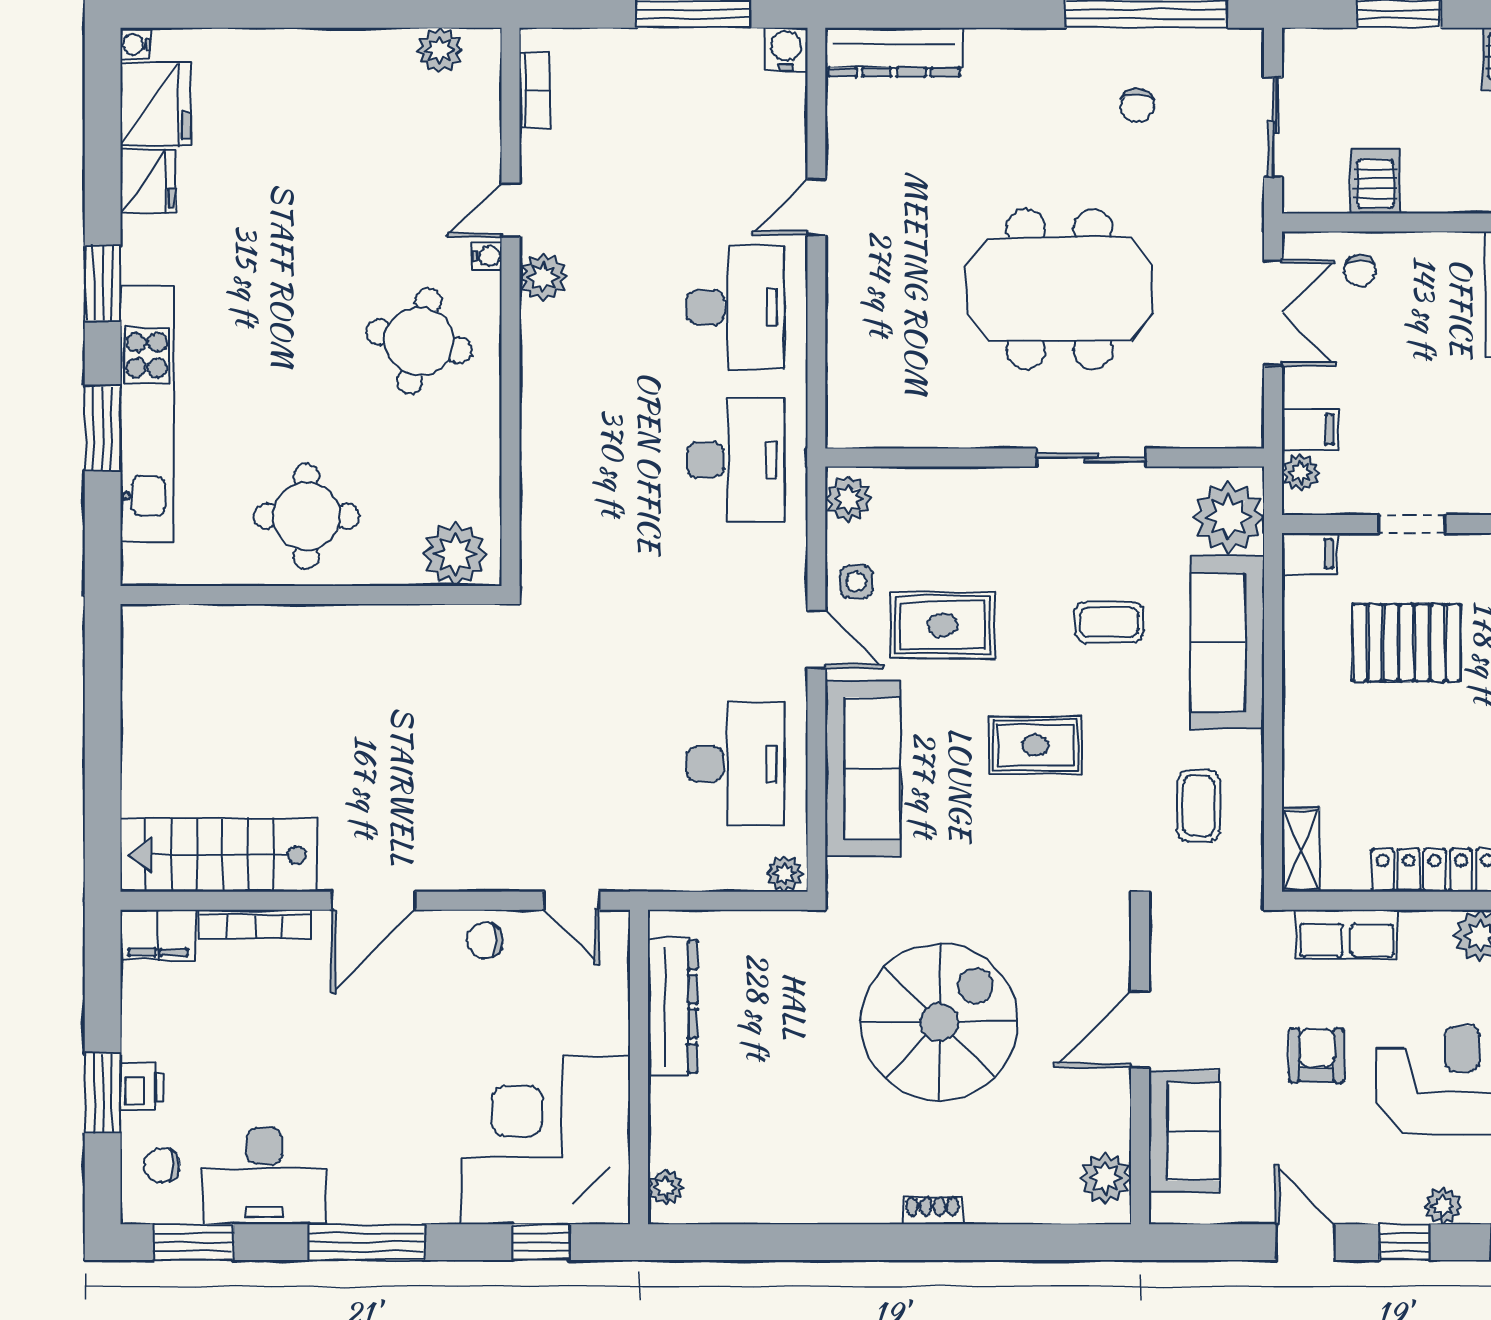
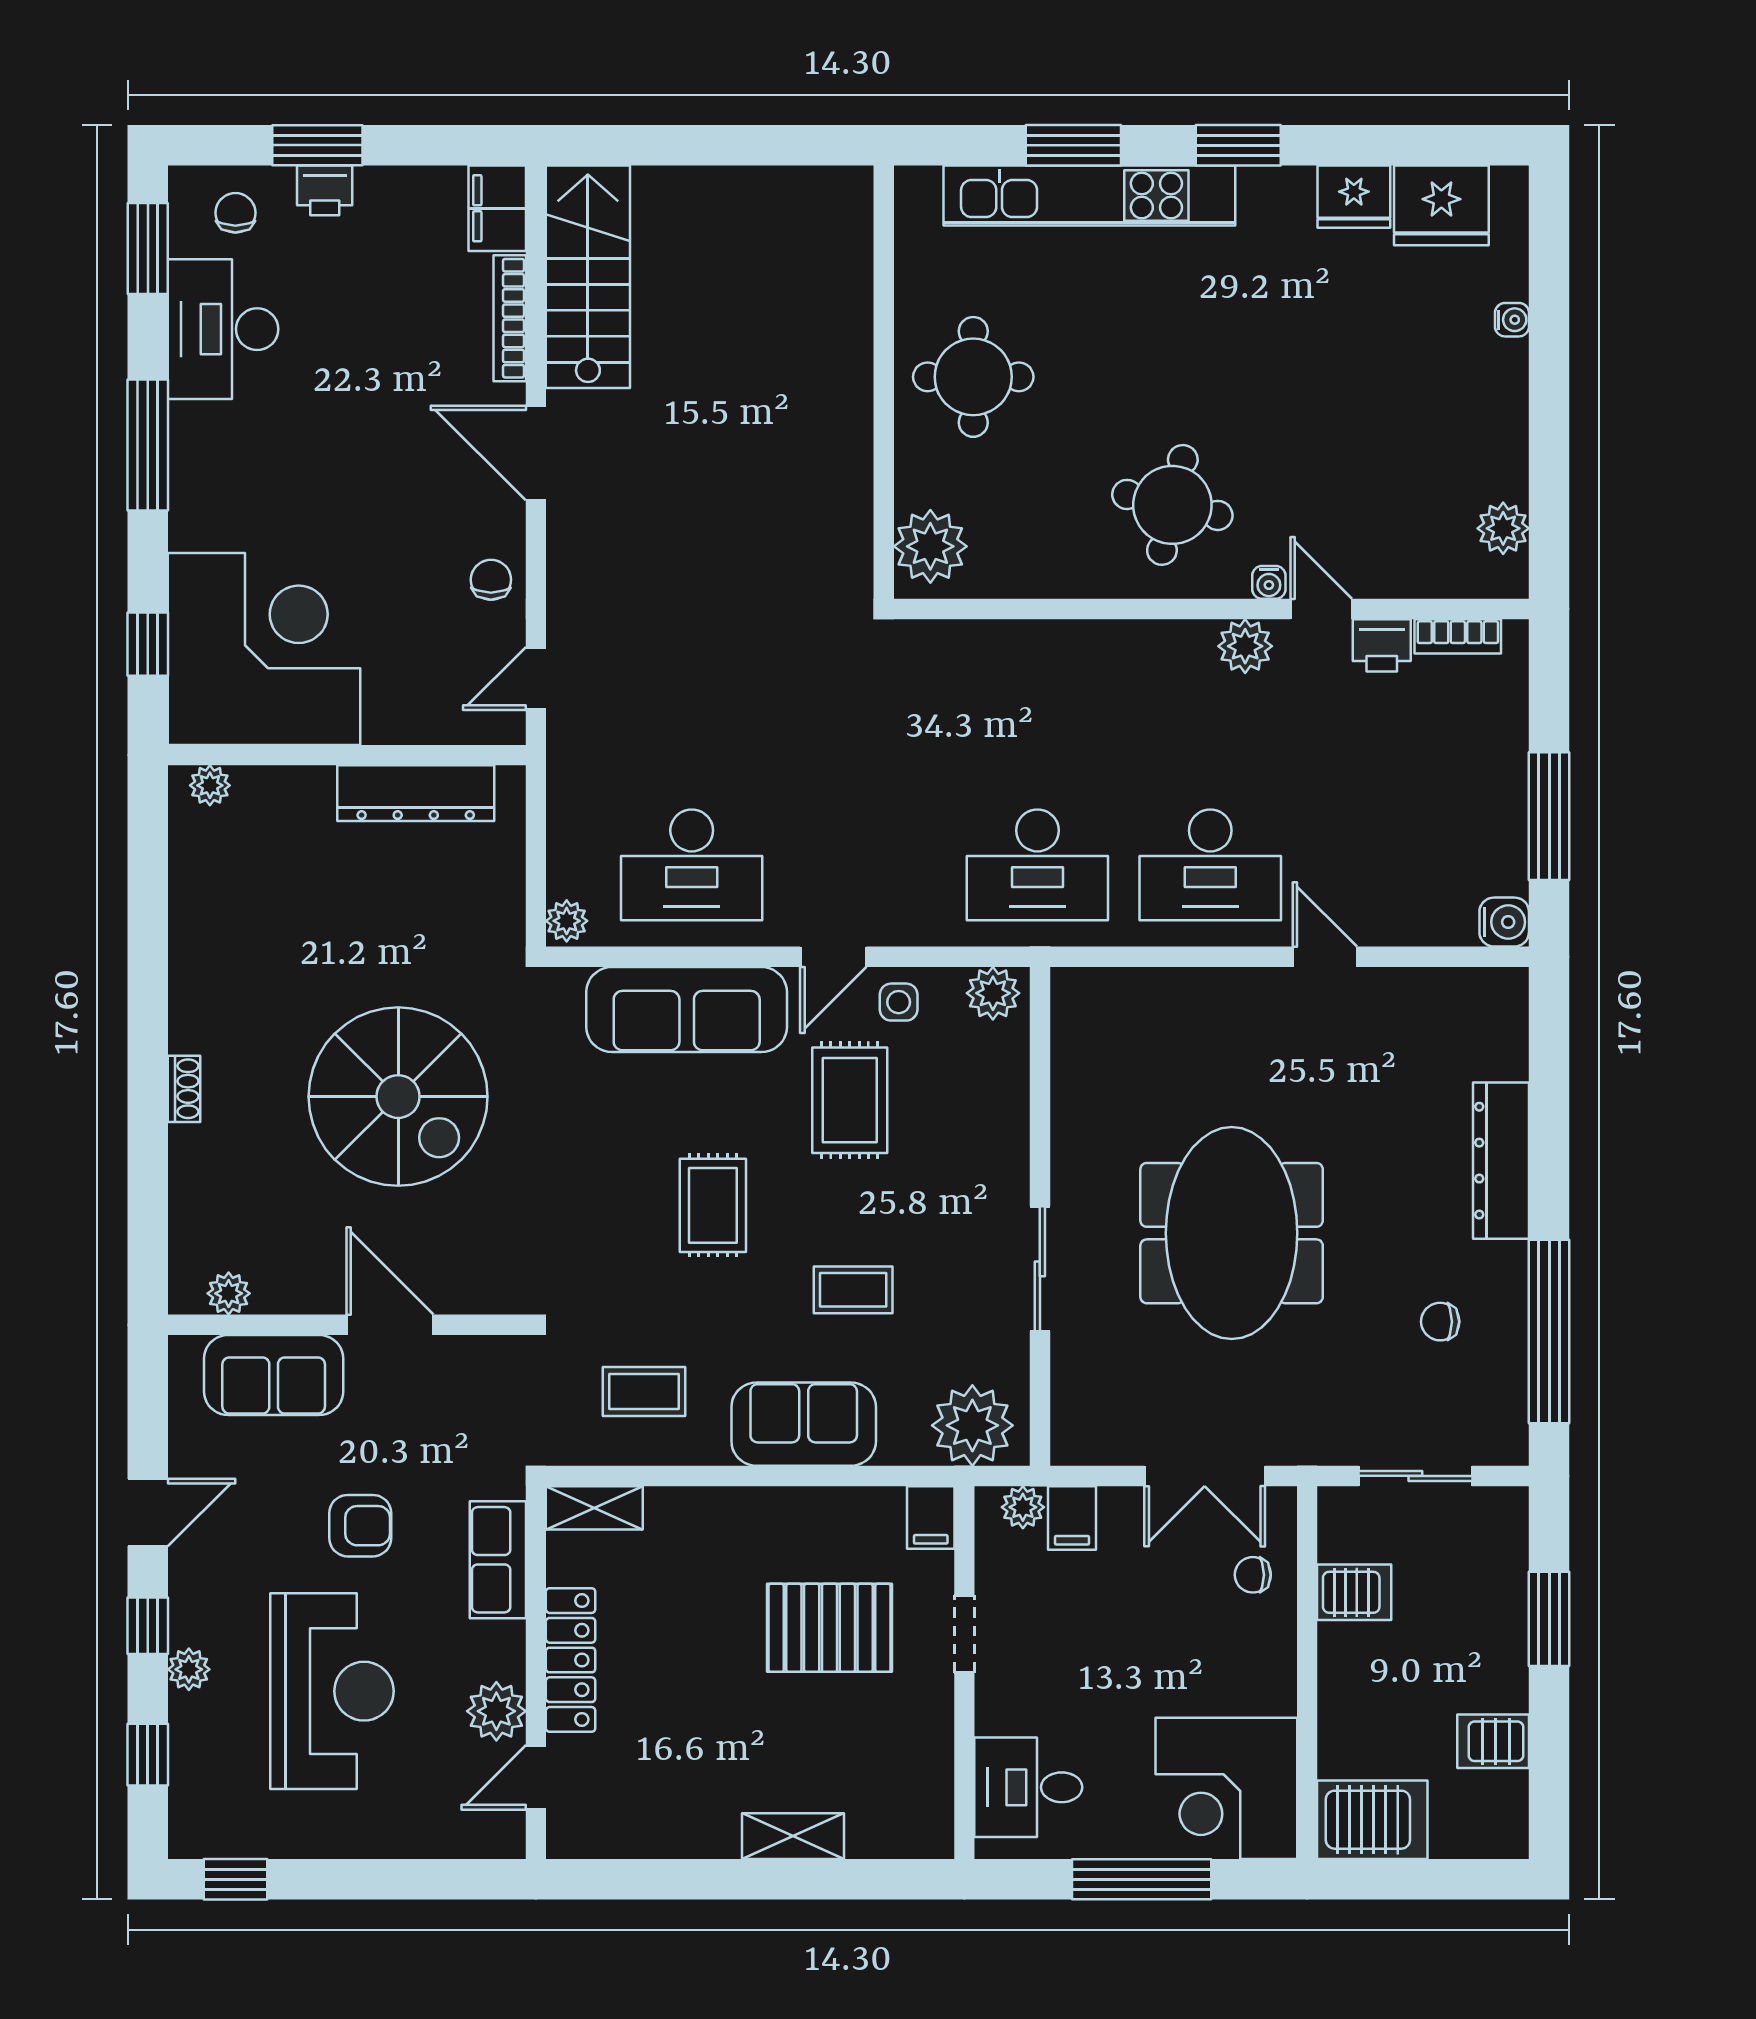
water cooler: (135, 45) -> (1512, 320), moved, turned 90
dresser: (894, 52) -> (1501, 1161), moved
printer: (543, 157) -> (1382, 645), added
coffee table: (1109, 622) -> (853, 1290), turned 90
sofa: (1227, 642) -> (804, 1424), width x0.73
pallet: (1406, 643) -> (830, 1628), turned 90
plant: (1105, 1178) -> (229, 1293), width x0.73, depth x0.73

